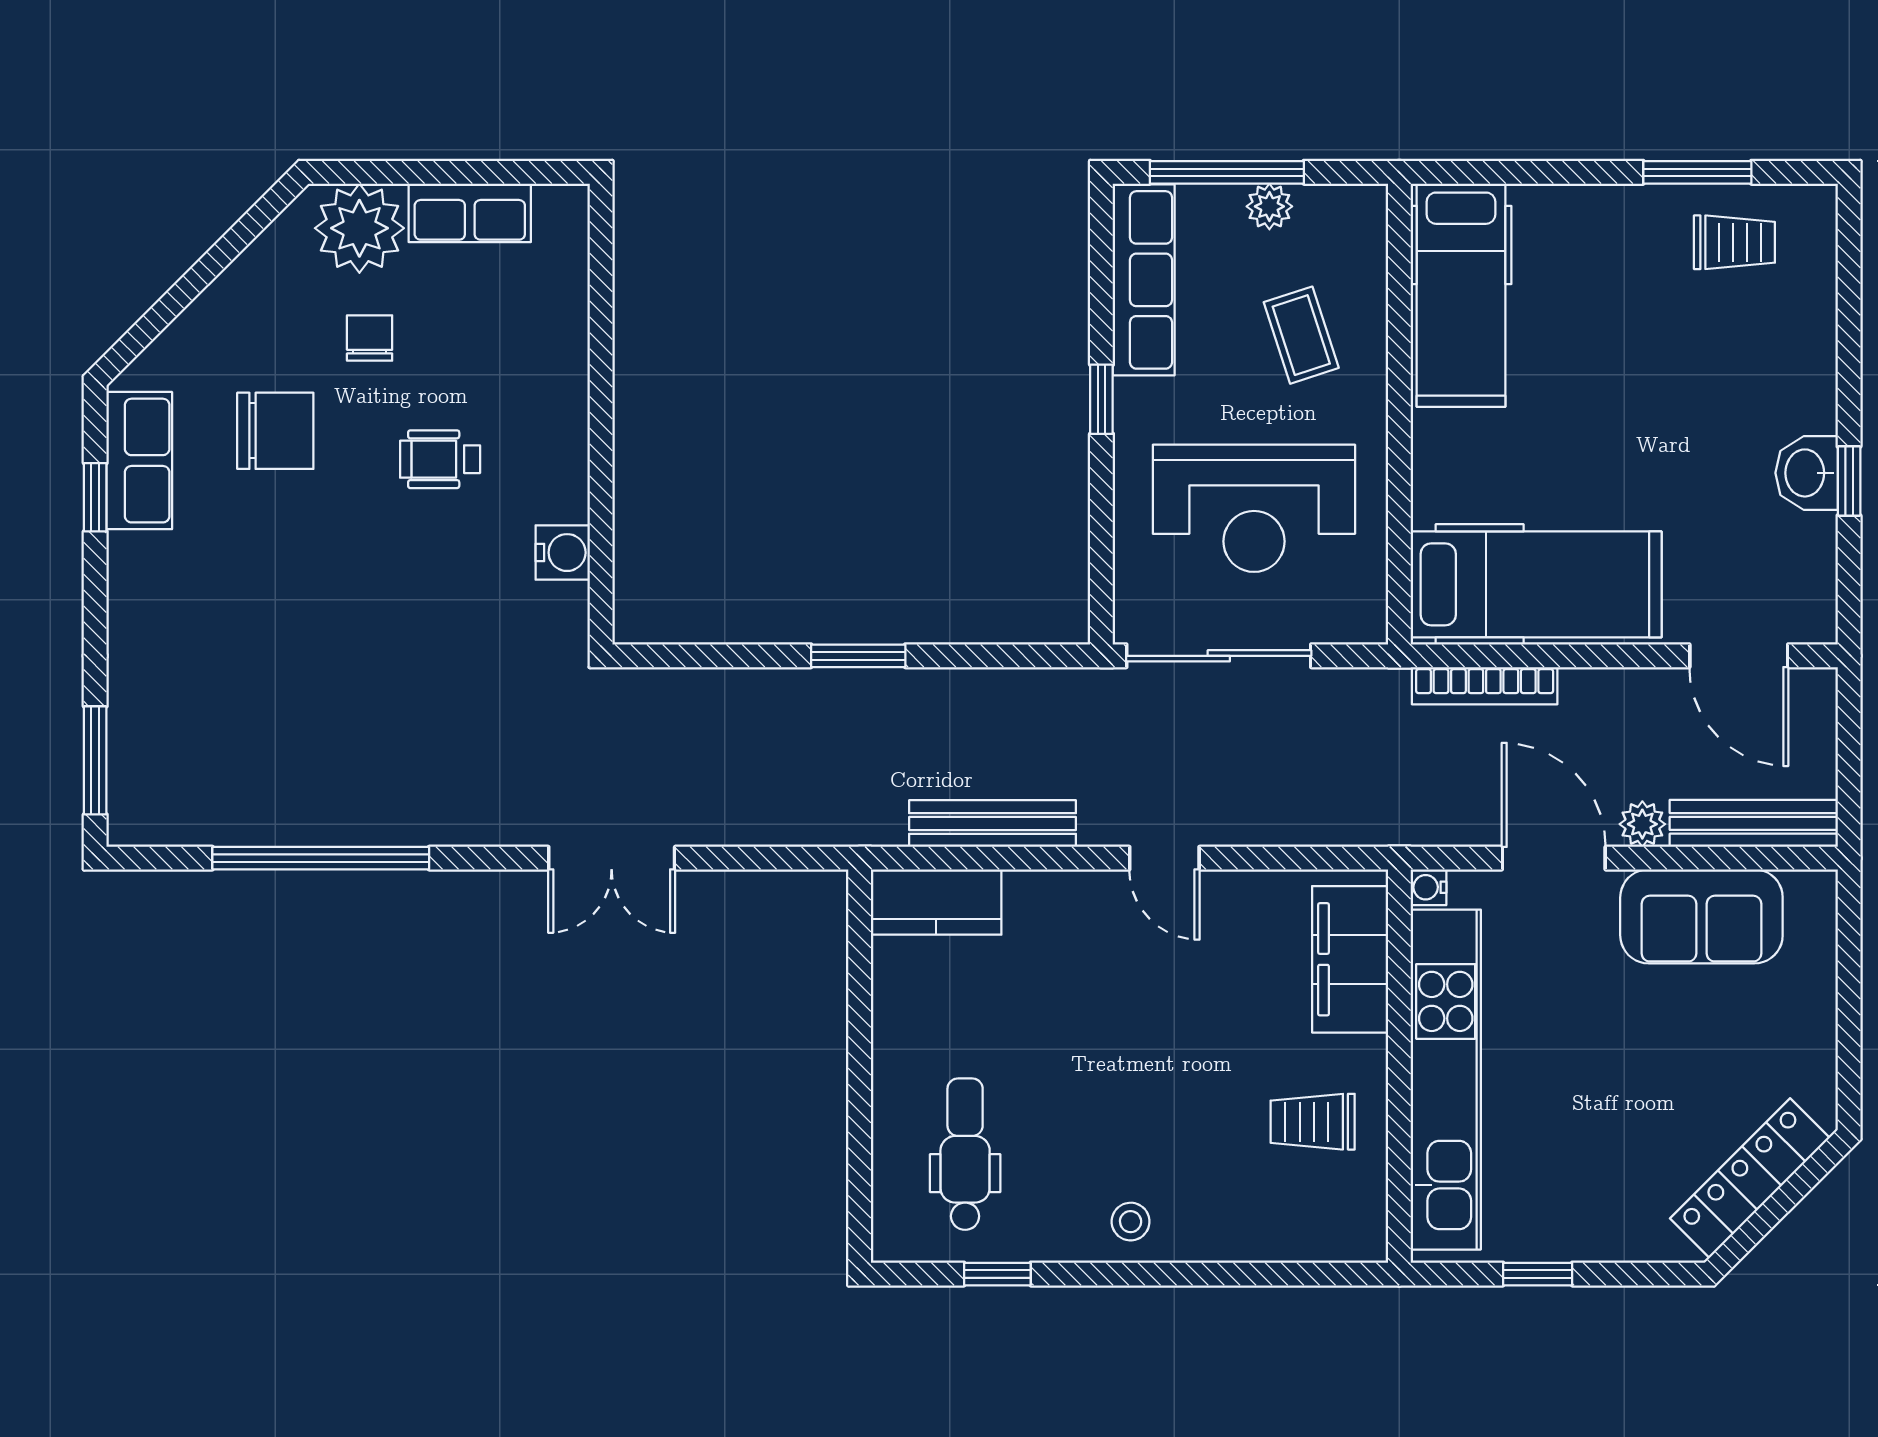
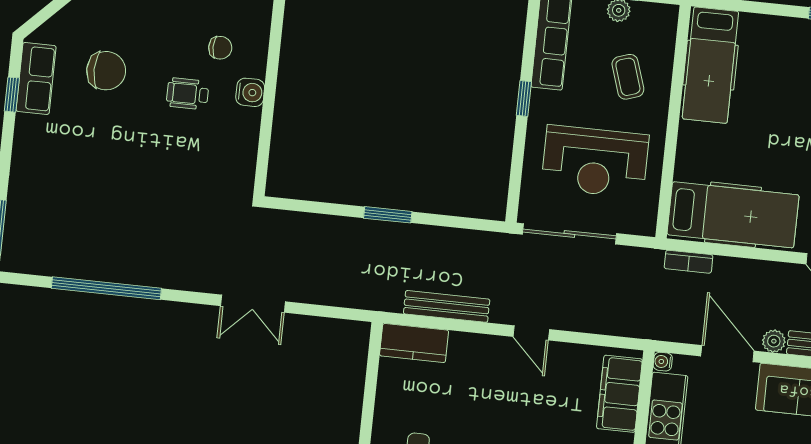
chair: (370, 338) -> (220, 48), moved, turned 90
water cooler: (563, 553) -> (250, 92), moved
bookcase: (1485, 686) -> (689, 262), width x0.64

